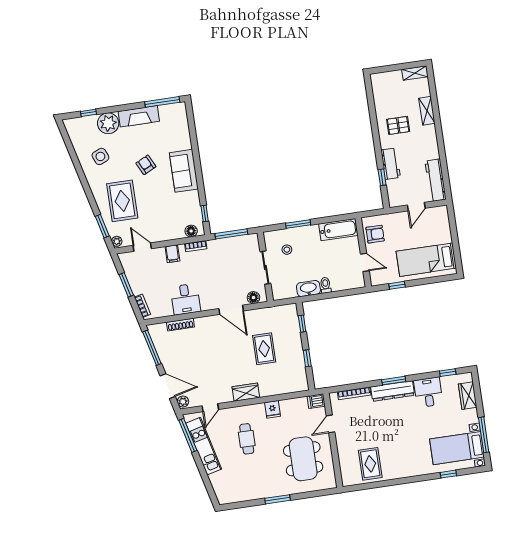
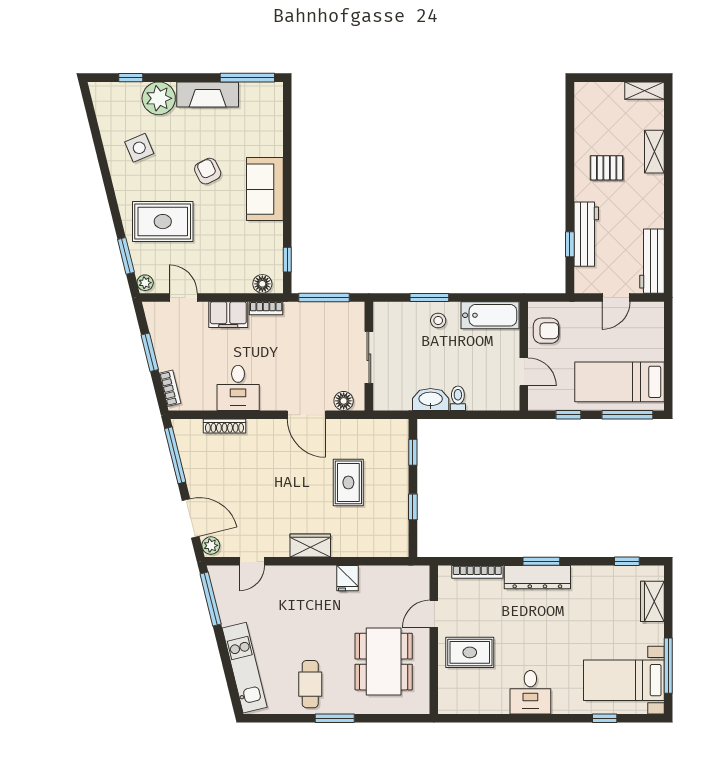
workbench: (391, 164) -> (586, 234), width x1.38
rug: (122, 201) -> (163, 222), turned 90
stool: (287, 250) -> (438, 320), moved
filing cabinet: (172, 254) -> (228, 315), width x2.00
window: (434, 280) -> (627, 415), added
desk: (428, 392) -> (530, 692), moved, turned 180
dishwasher: (316, 401) -> (417, 575), removed
cafe table: (247, 439) -> (310, 684), moved
kitchen unit: (204, 446) -> (245, 668), moved
rug: (370, 464) -> (470, 652), moved, turned 90

